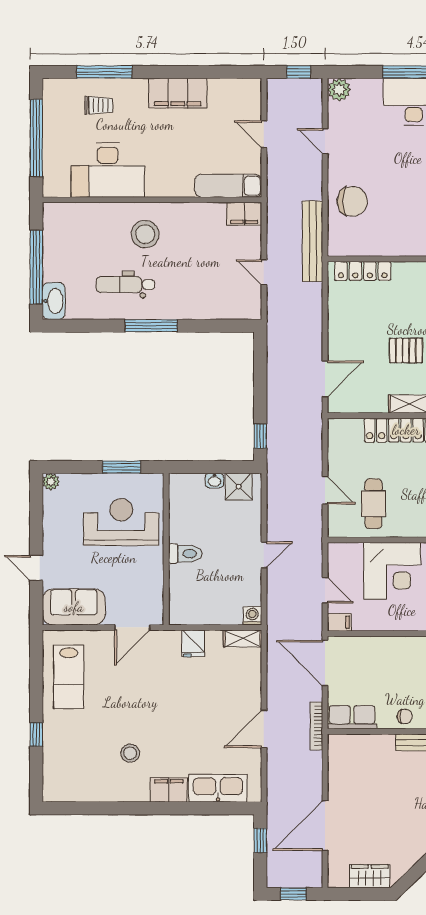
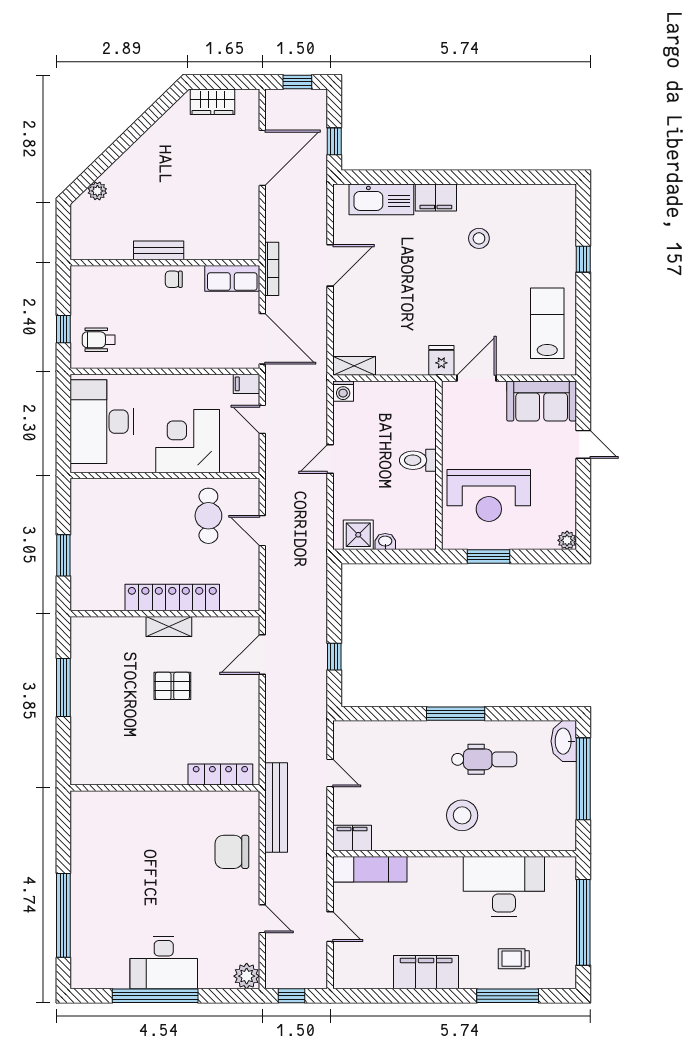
window: (260, 436) -> (334, 657), moved
fridge: (193, 643) -> (441, 360), moved

